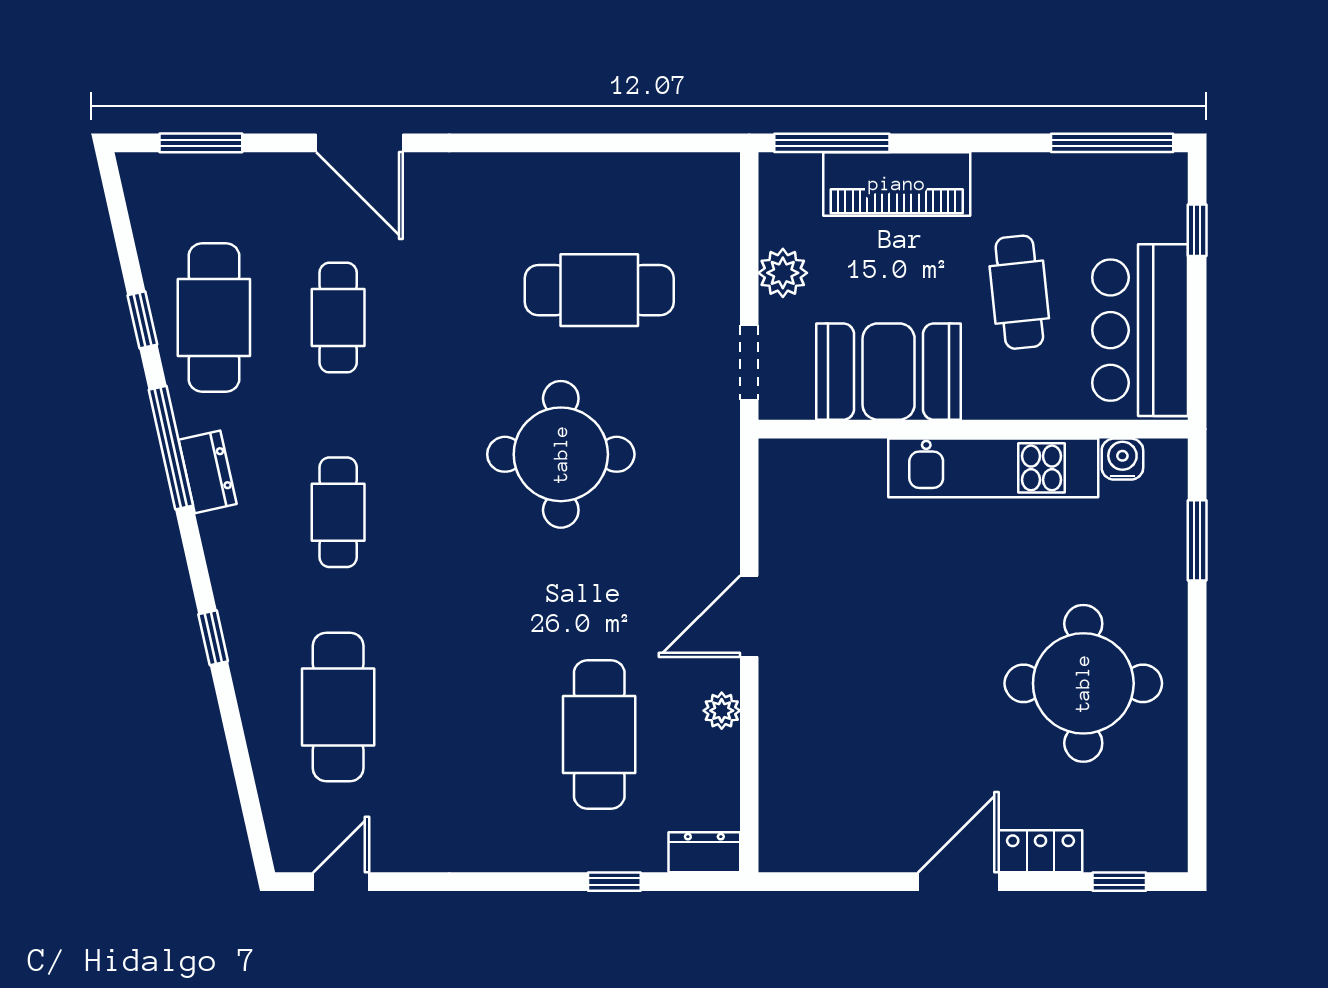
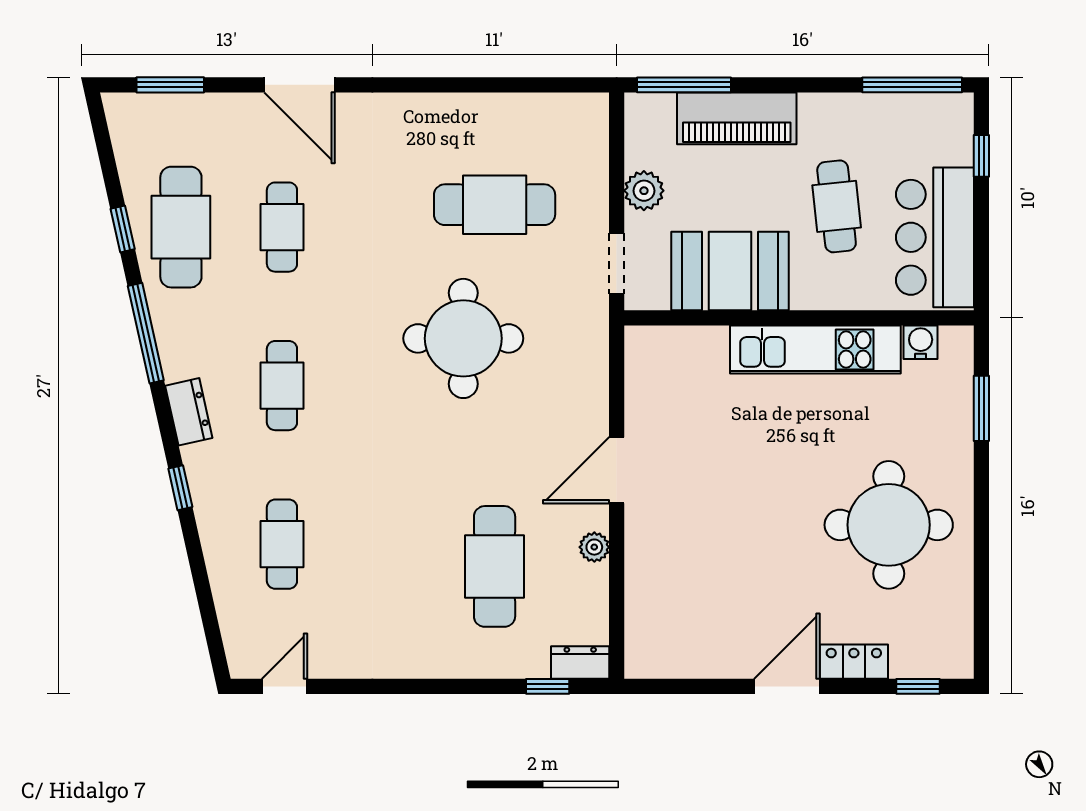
dresser: (208, 472) -> (189, 412), moved
cafe table: (338, 707) -> (282, 544), width x0.73, depth x0.74
window: (614, 882) -> (548, 686), moved

